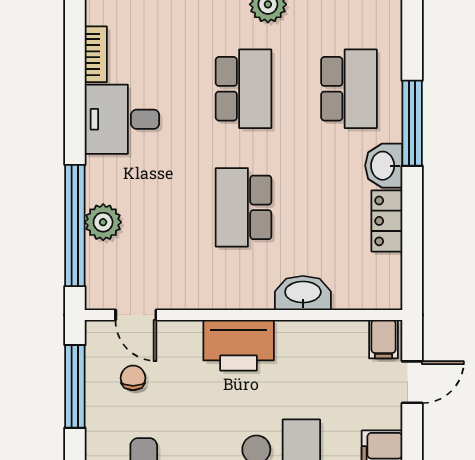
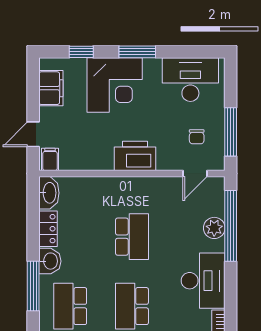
desk: (122, 119) -> (203, 281), width x1.37
washbasin: (303, 293) -> (49, 193), moved, turned -90
door: (136, 315) -> (195, 174), swing flipped

